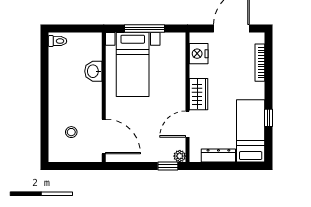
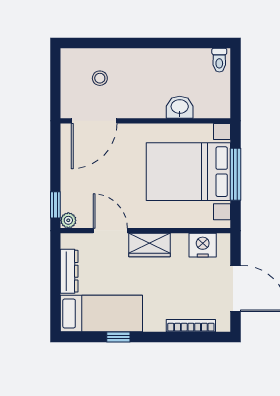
bed with nightstands: (133, 65) -> (188, 172), width x1.36

